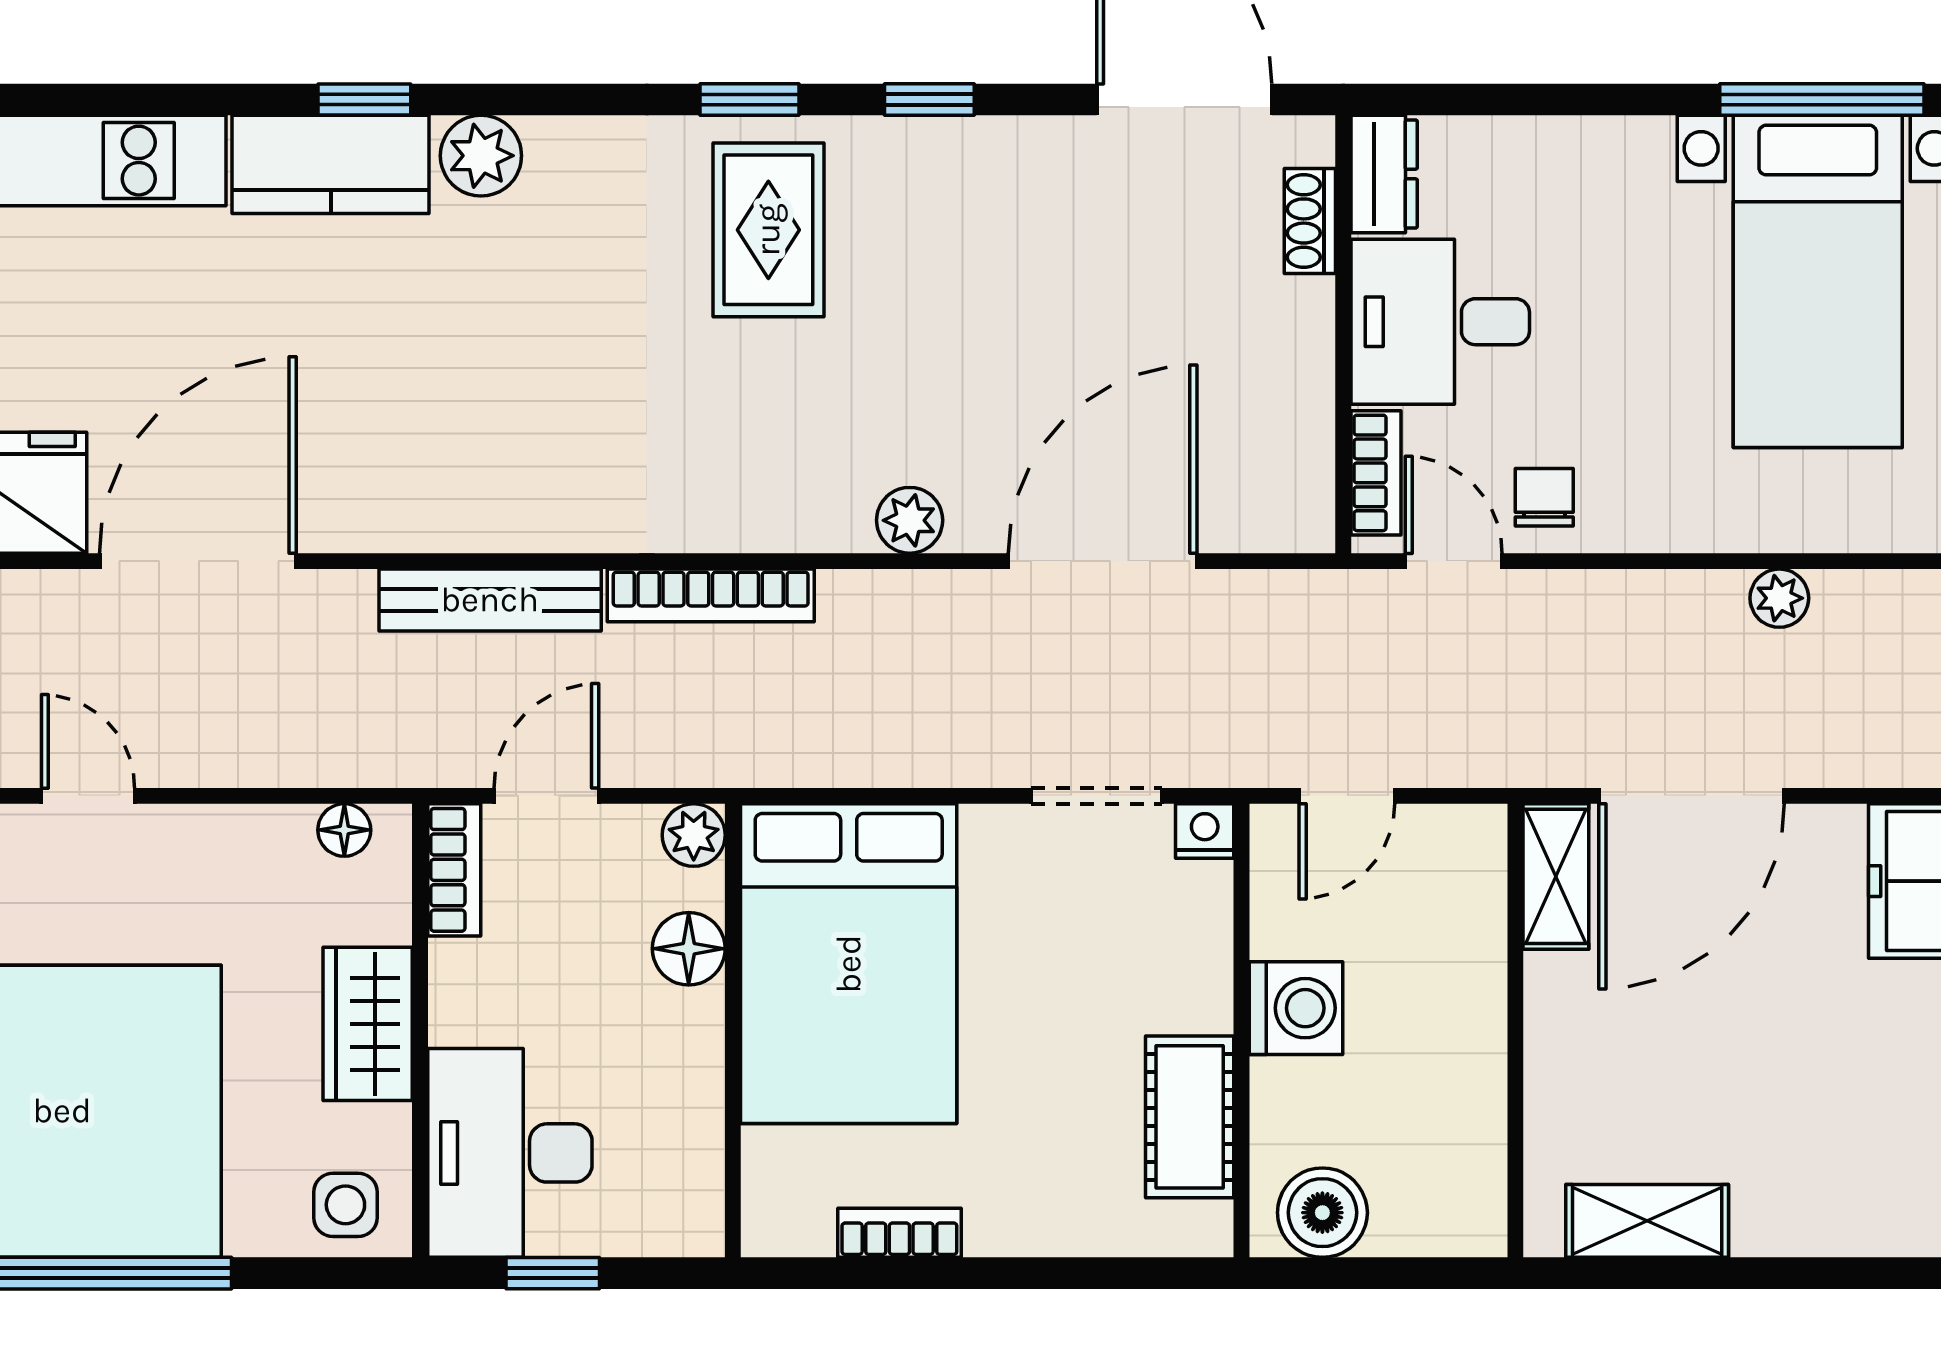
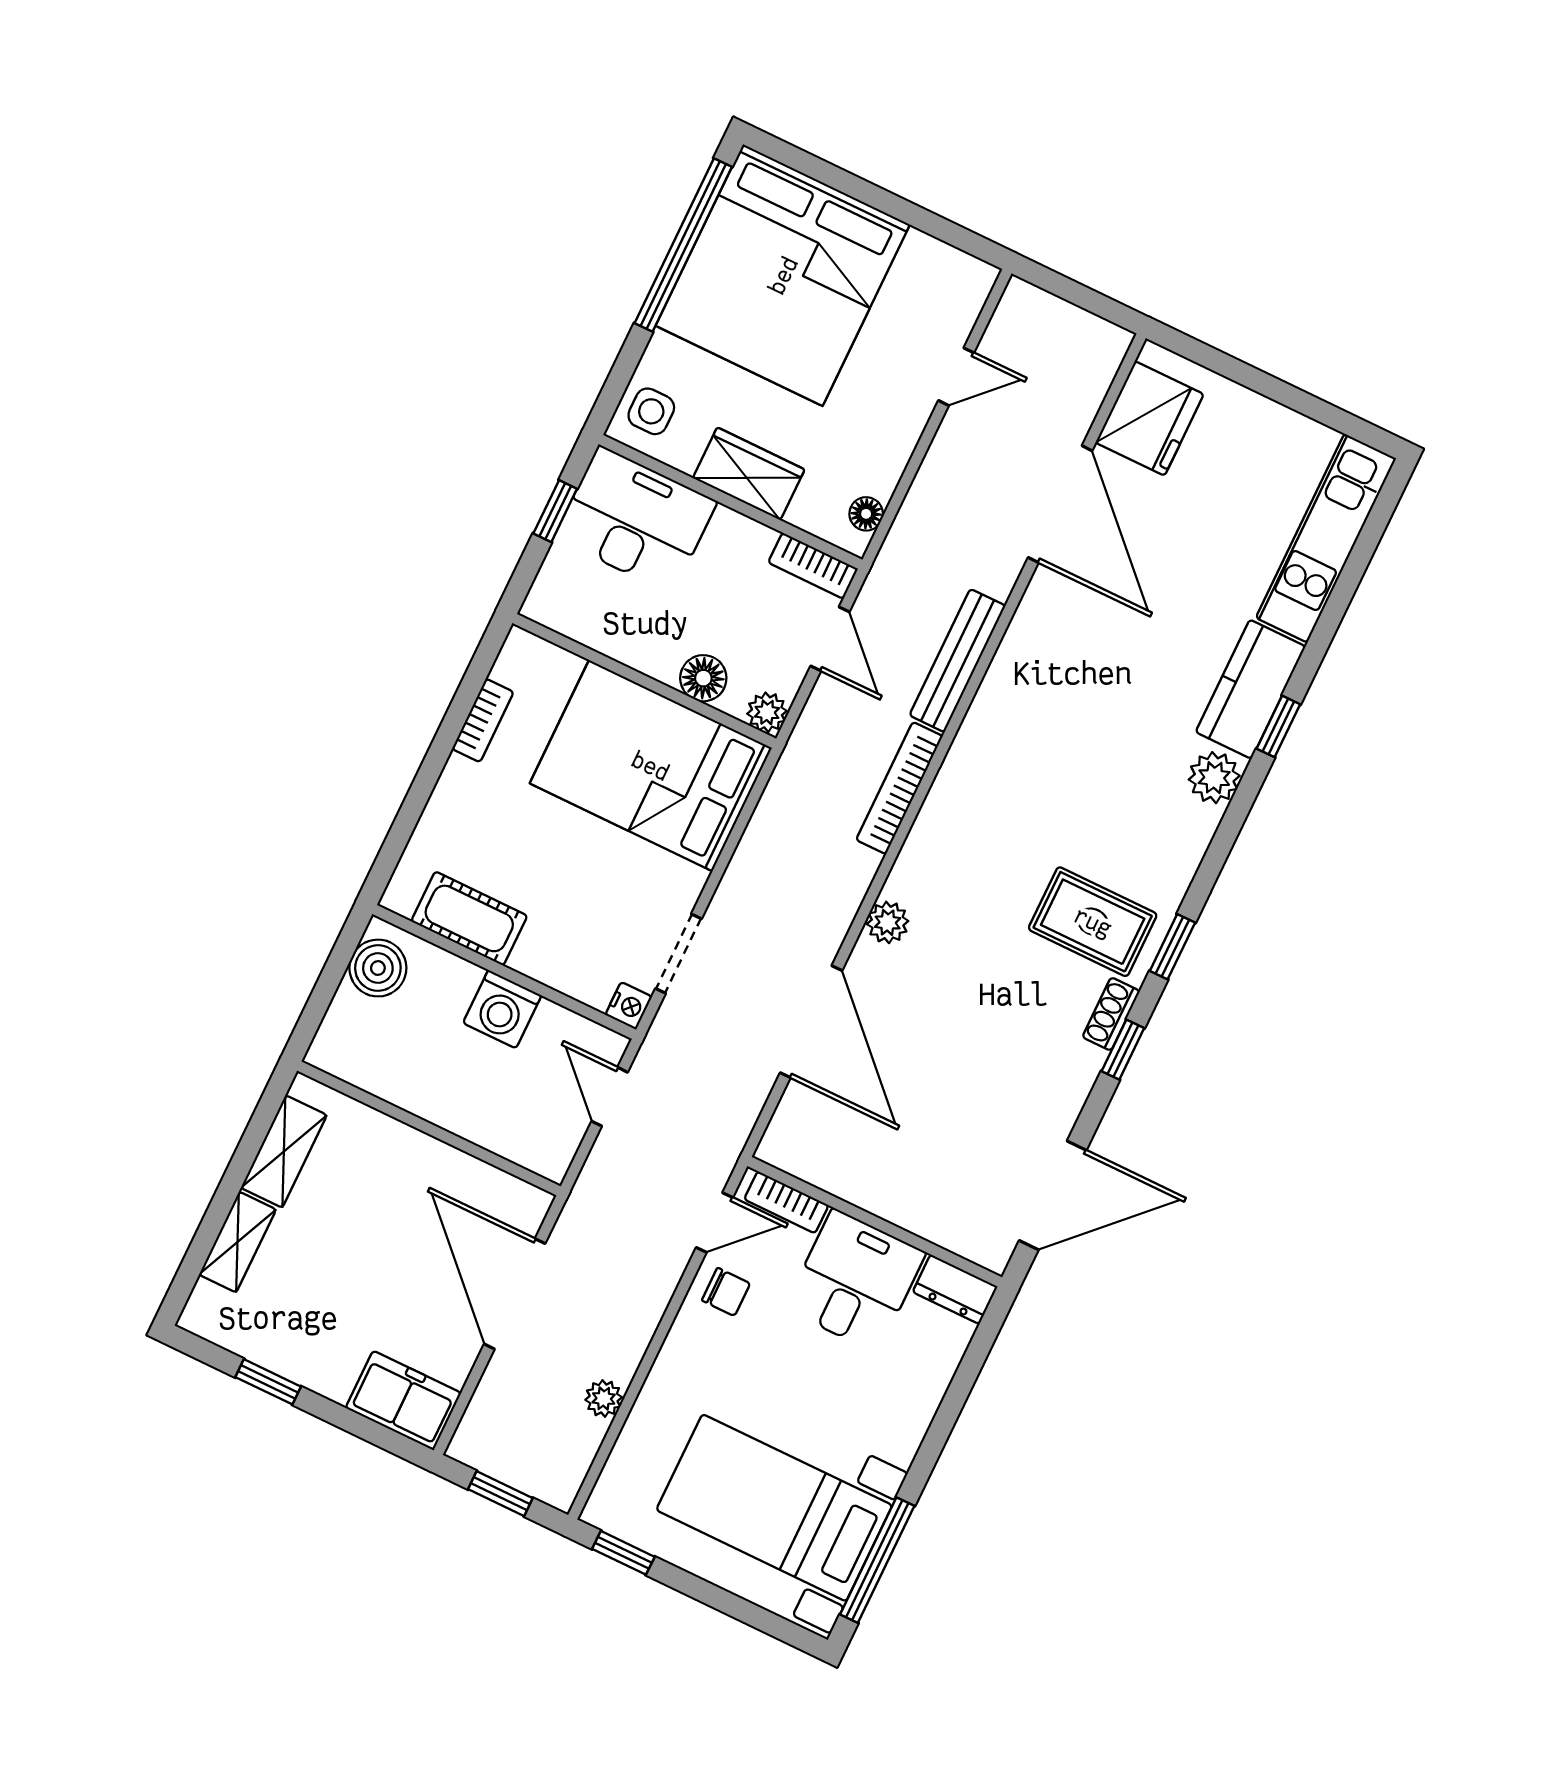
shoe rack: (1310, 221) -> (1111, 1014), moved, turned -90
shelving: (1556, 876) -> (238, 1242), moved, turned 90

